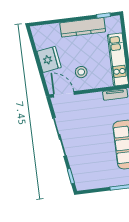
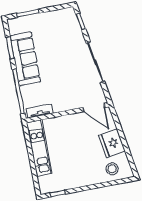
kitchen counter: (83, 27) -> (79, 180), removed
stool: (81, 72) -> (112, 169), moved

